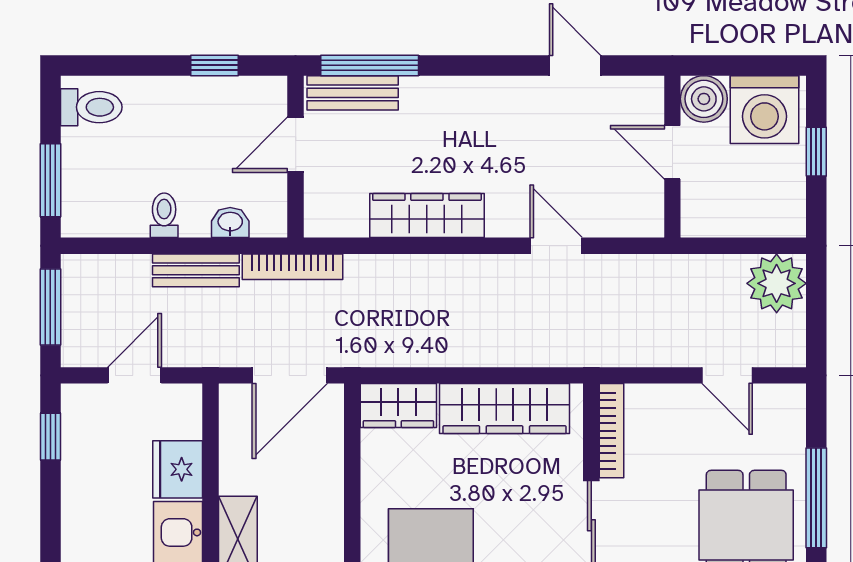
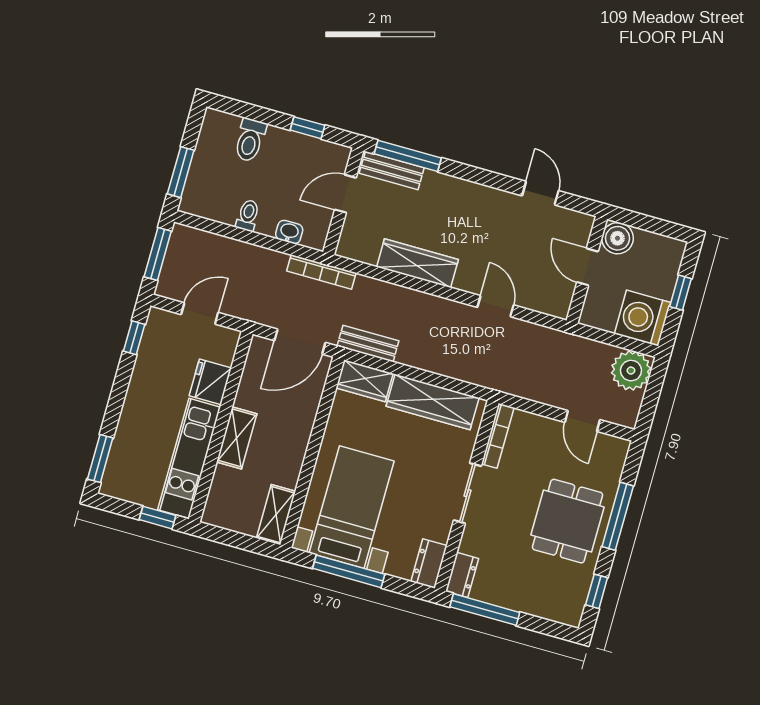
toilet: (91, 107) -> (250, 140), moved, turned 90
washing machine: (764, 110) -> (643, 318), moved, turned 90
bench: (196, 270) -> (368, 344), moved

